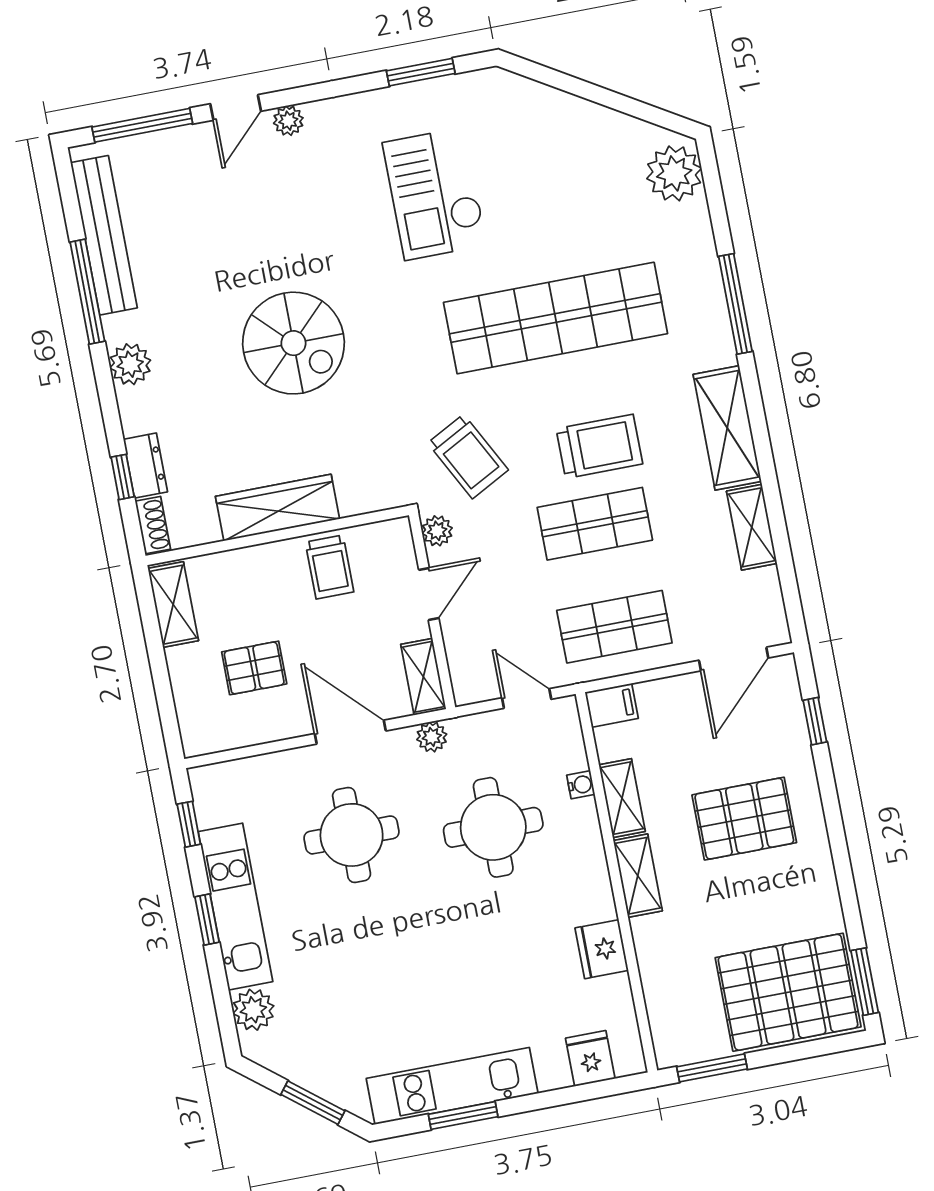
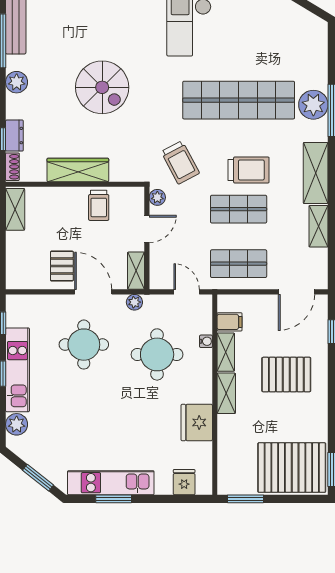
plant: (674, 173) -> (313, 105), moved
pallet: (254, 668) -> (62, 266), moved, turned 90
filing cabinet: (612, 705) -> (229, 322), moved
fridge: (602, 949) -> (197, 422), width x1.36, depth x1.34

